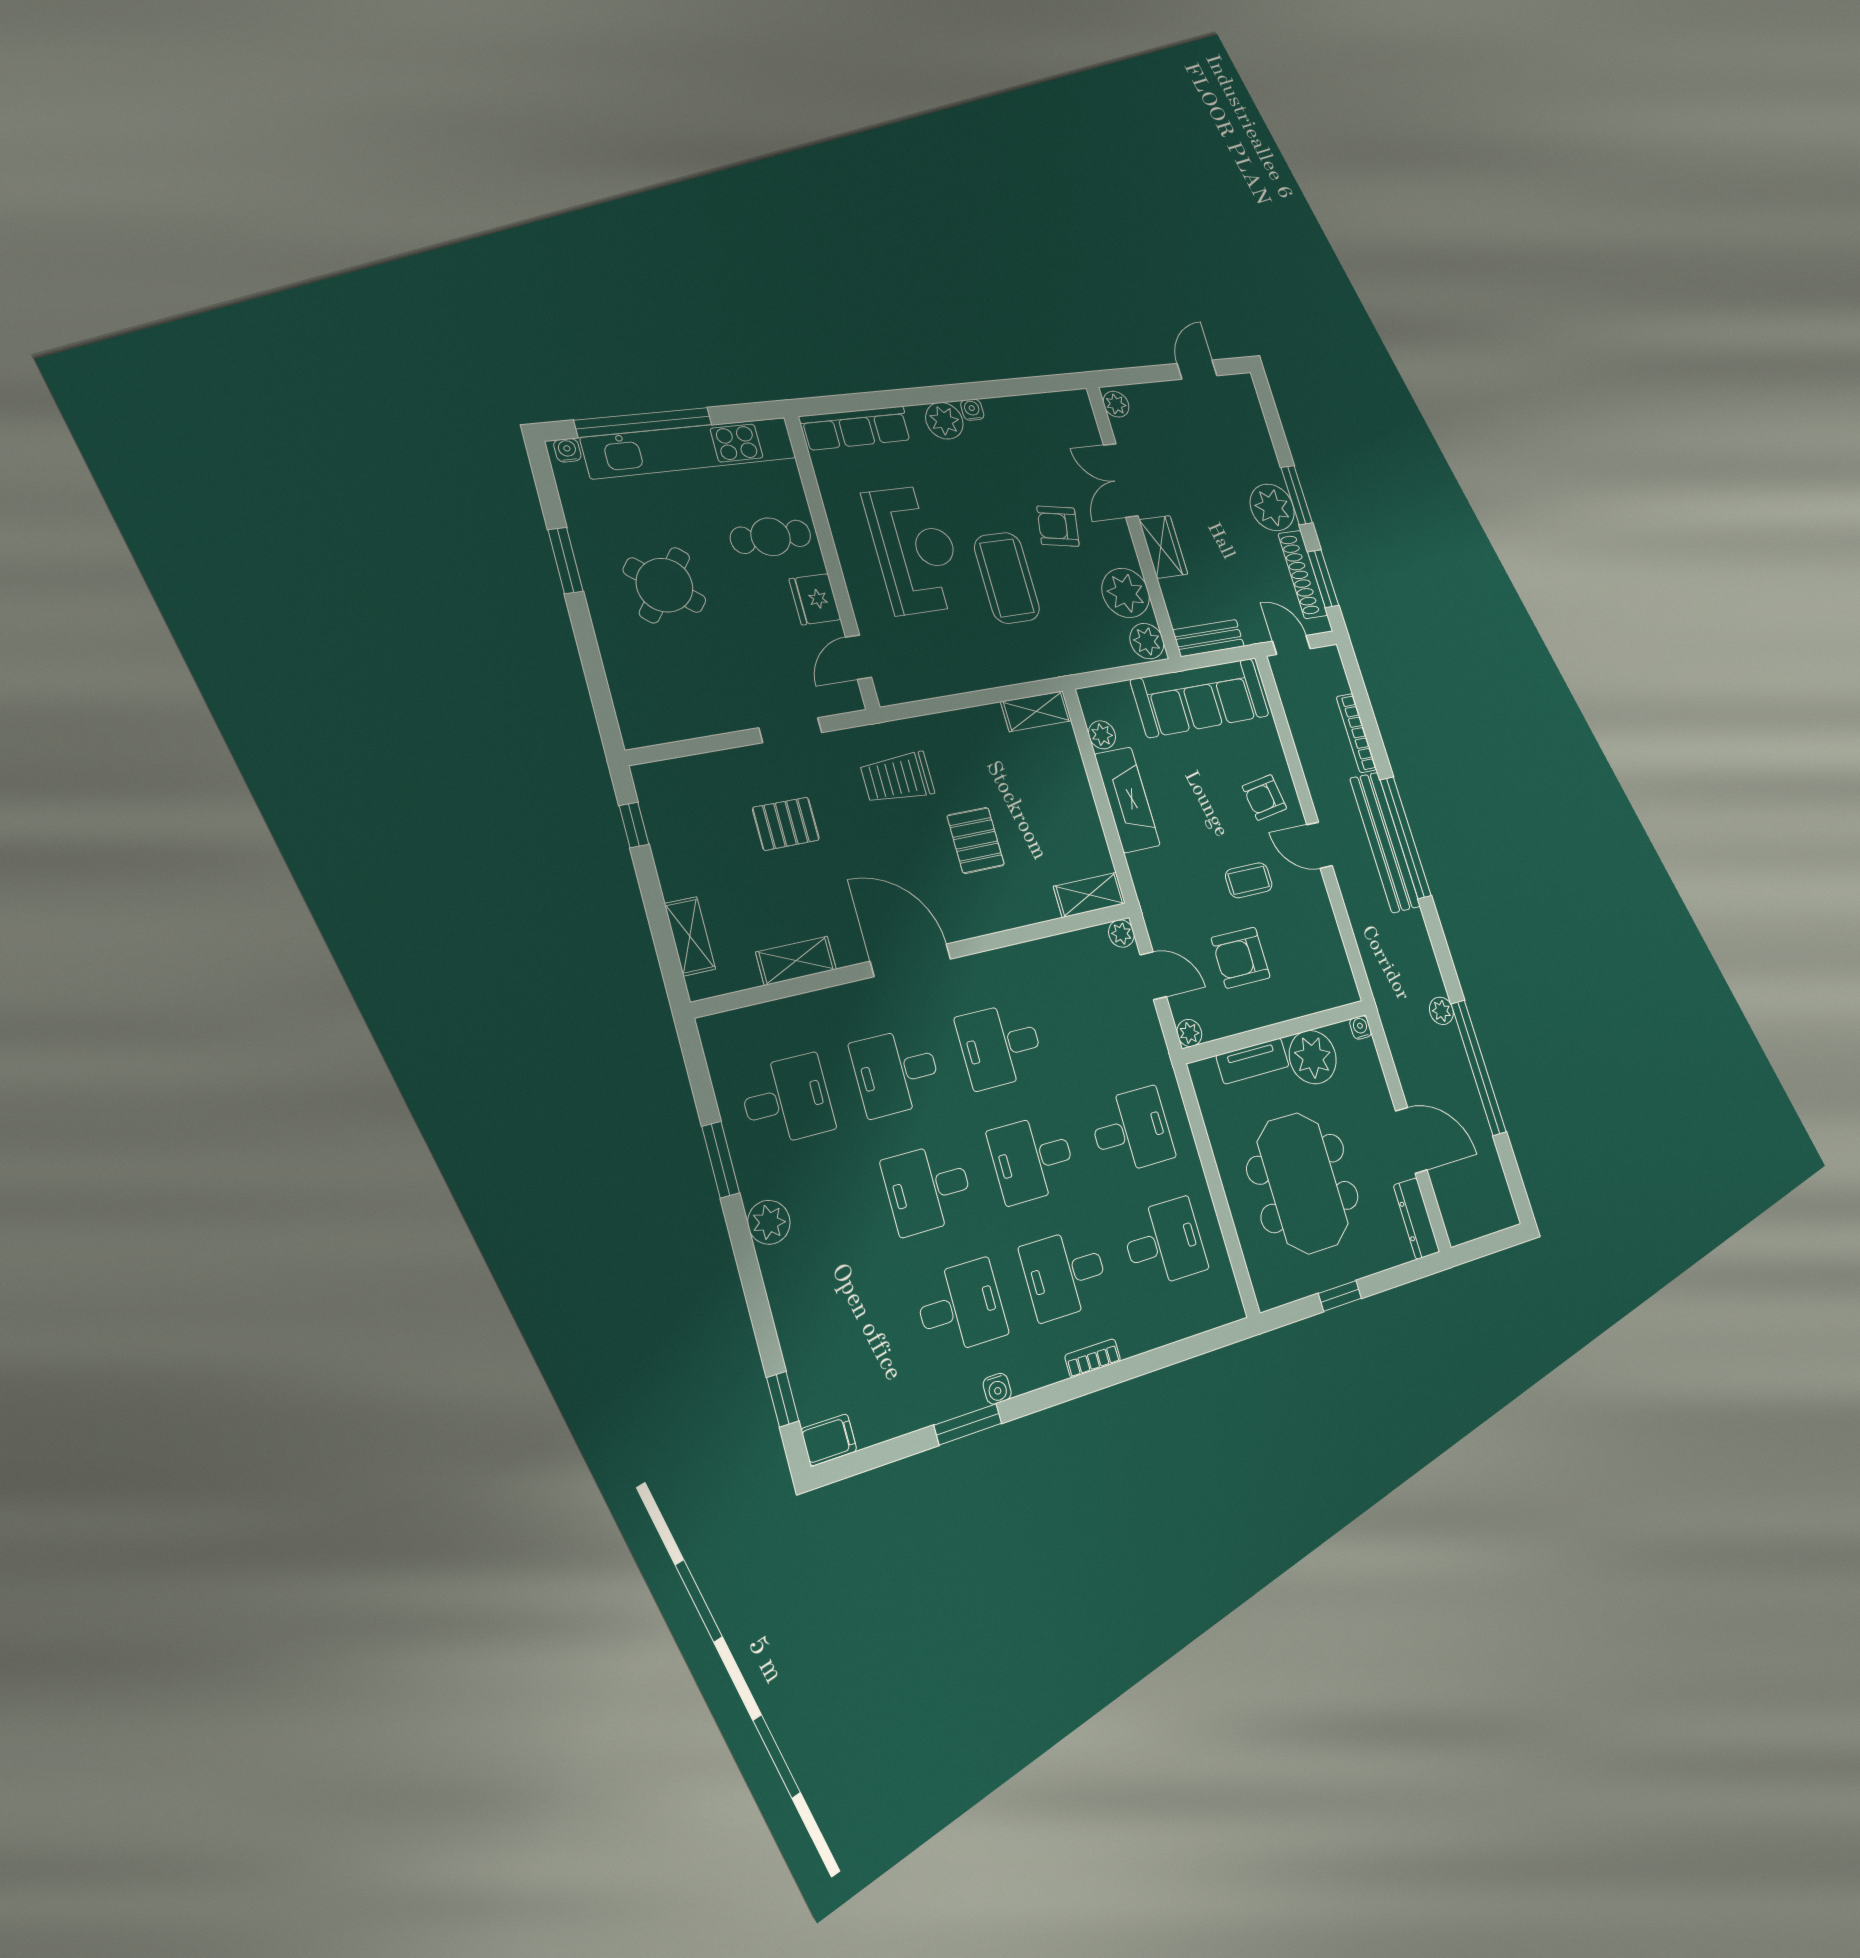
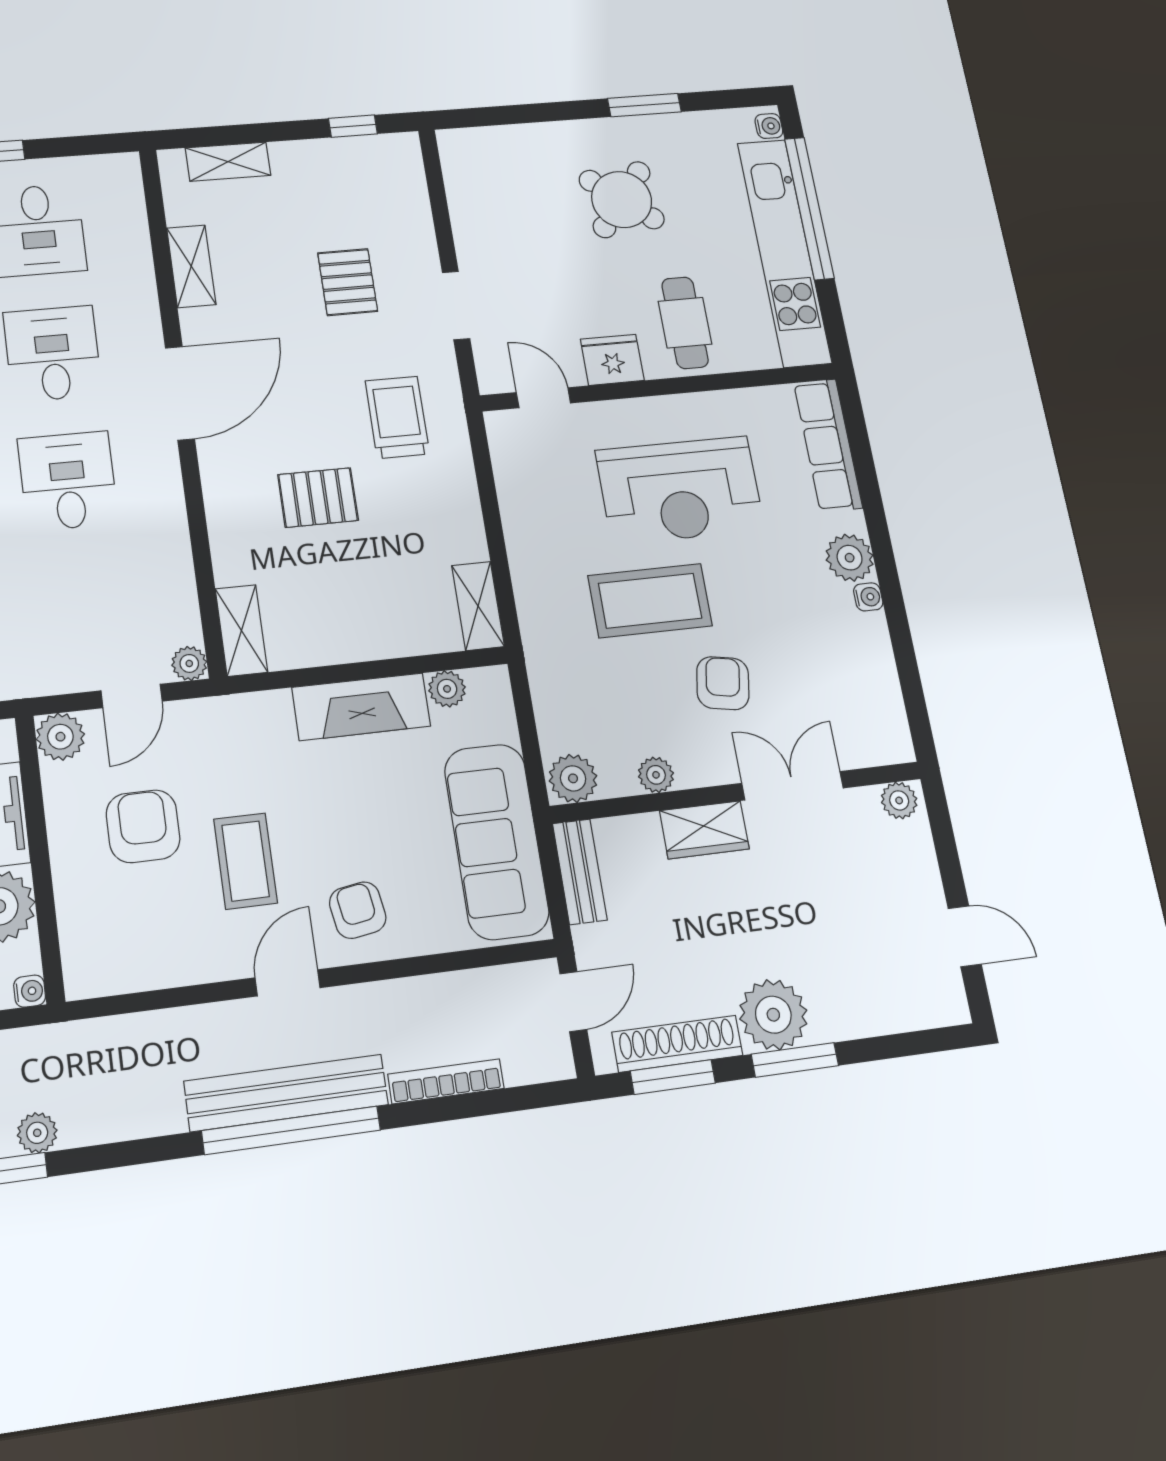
plant: (1126, 593) -> (656, 775), width x0.53, depth x0.53
coffee table: (1249, 880) -> (246, 861), width x1.36, depth x1.30
plant: (1189, 1033) -> (60, 737), width x1.38, depth x1.38

